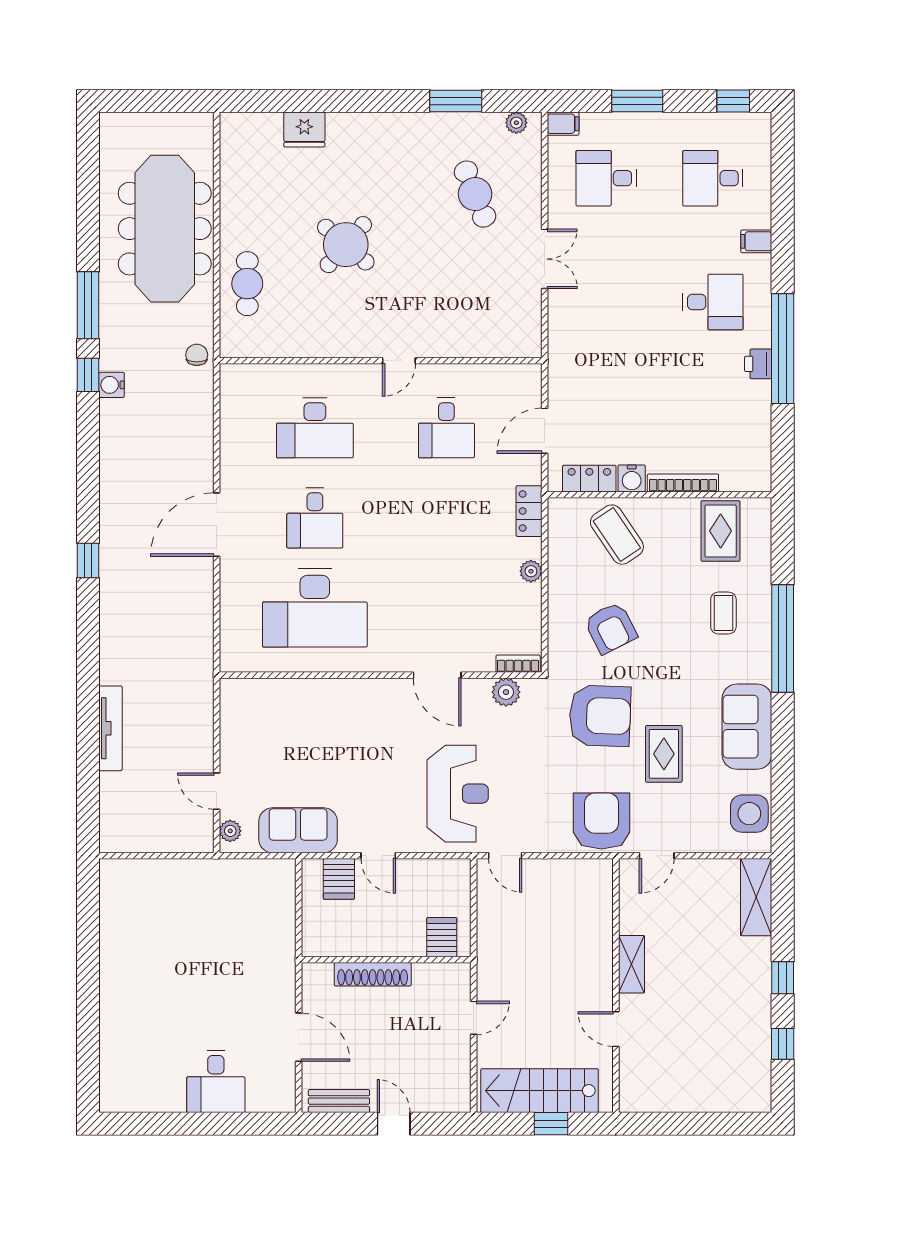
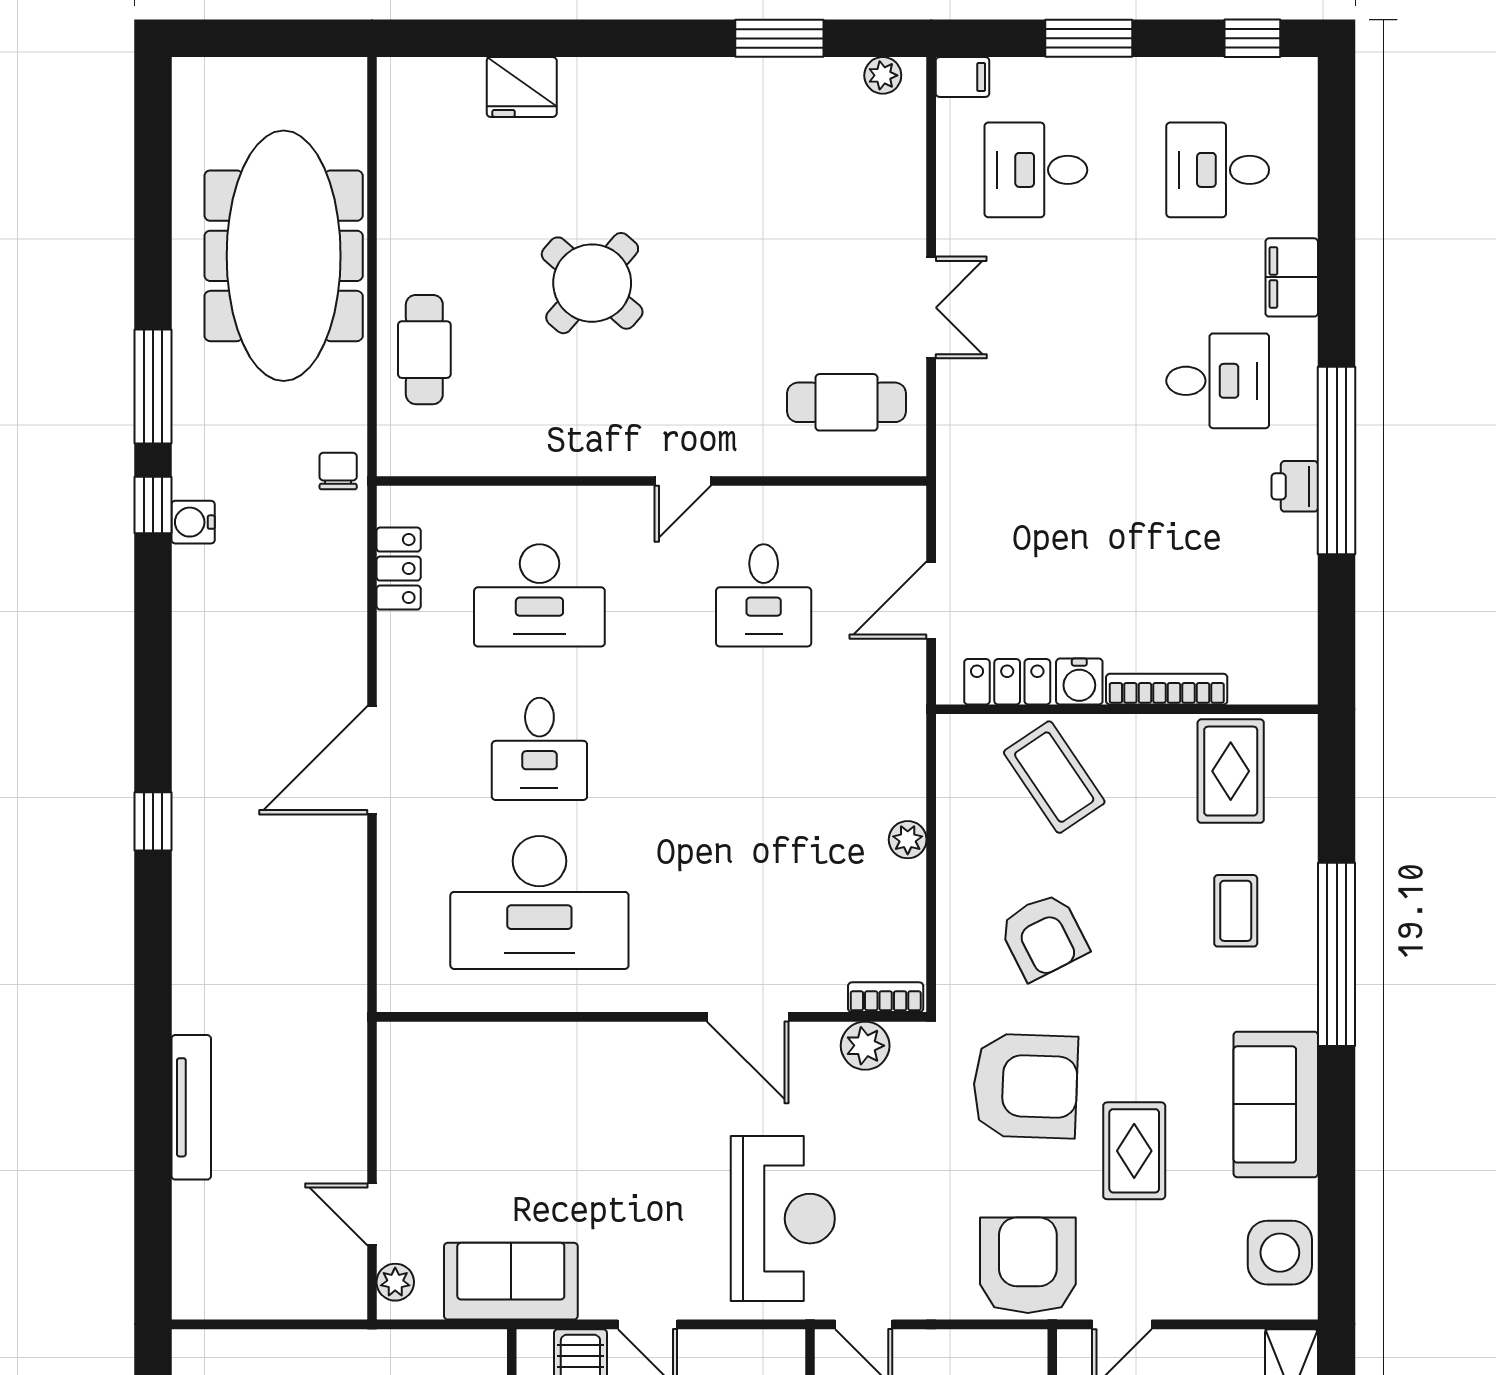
cafe table: (475, 194) -> (846, 402), moved, turned -68
filing cabinet: (756, 241) -> (1292, 277), width x2.00
locker: (529, 511) -> (399, 569), moved, turned 180

